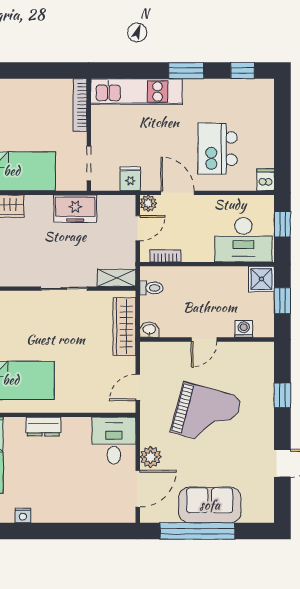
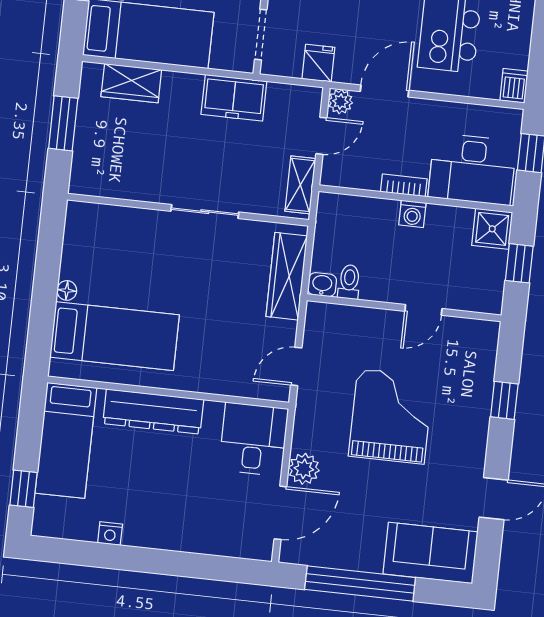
door: (178, 193) -> (384, 91), hinge flipped
bookcase: (165, 256) -> (404, 185), moved
shelving: (117, 278) -> (300, 185), moved, turned 90
toilet: (151, 288) -> (349, 282), moved, turned -90
washing machine: (244, 329) -> (412, 214), moved, turned 180
door: (204, 340) -> (423, 310), moved
grand piano: (206, 415) -> (391, 416), turned -105
dresser: (43, 427) -> (153, 411), width x1.96, depth x1.24
sofa: (210, 505) -> (430, 553), moved

